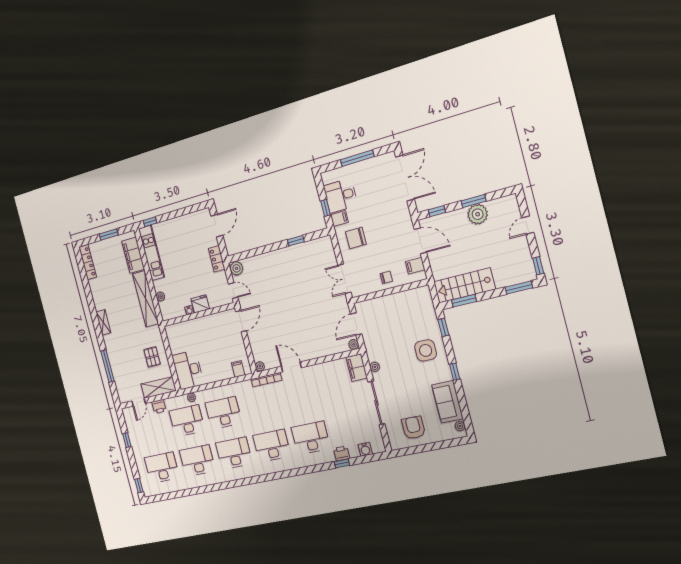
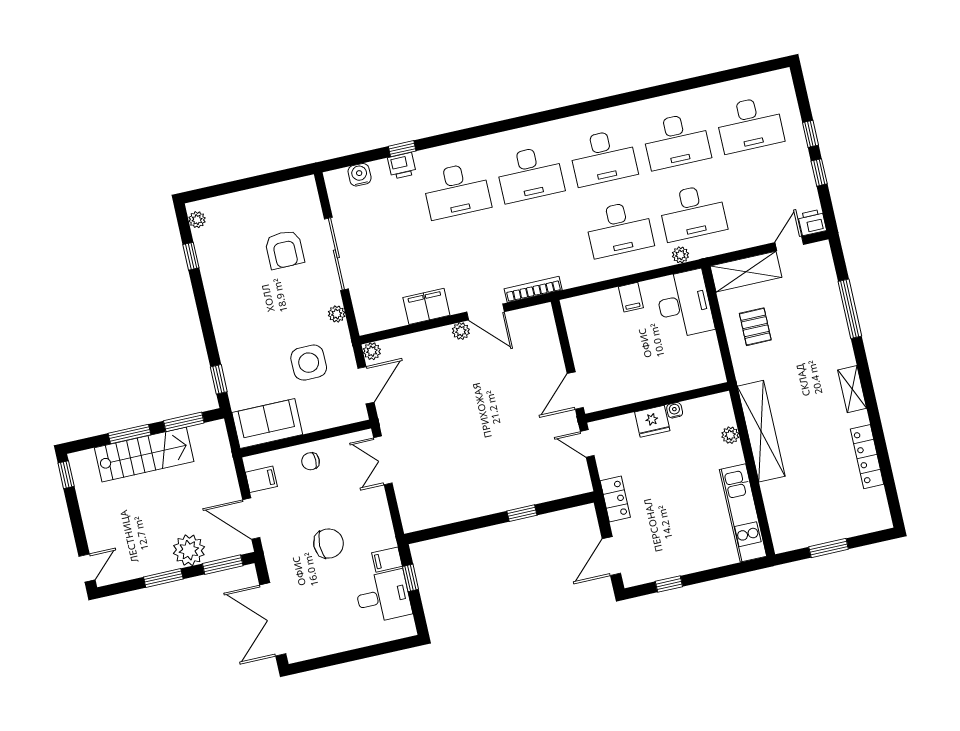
window: (357, 158) -> (352, 655), removed
window: (437, 211) -> (223, 565), width x1.50
plant: (478, 214) -> (189, 550), moved
window: (150, 222) -> (669, 584), moved
door: (528, 225) -> (87, 568), moved
chair: (356, 238) -> (329, 543), moved
window: (296, 241) -> (522, 513), moved
filing cabinet: (133, 255) -> (781, 510), removed
locker: (88, 262) -> (867, 457), moved
plant: (237, 268) -> (578, 482), removed
double door: (344, 279) -> (383, 460), swing flipped
stairs: (464, 285) -> (144, 455), moved
window: (519, 288) -> (130, 434), moved
side table: (426, 350) -> (309, 363), moved
plant: (260, 366) -> (461, 331), moved
filing cabinet: (357, 368) -> (426, 306), moved, turned -90
filing cabinet: (238, 369) -> (631, 297), moved
window: (455, 372) -> (191, 256), moved
sofa: (447, 402) -> (267, 424), moved, turned -90
printer: (159, 406) -> (812, 222), moved
armchair: (413, 428) -> (285, 250), moved
window: (139, 486) -> (810, 134), moved

